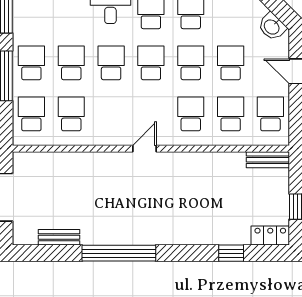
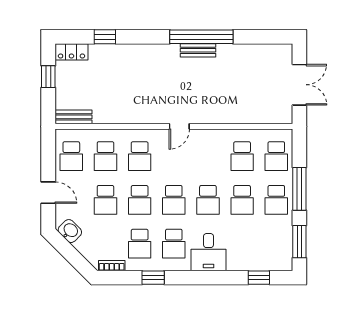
bench: (59, 237) -> (198, 50), moved

